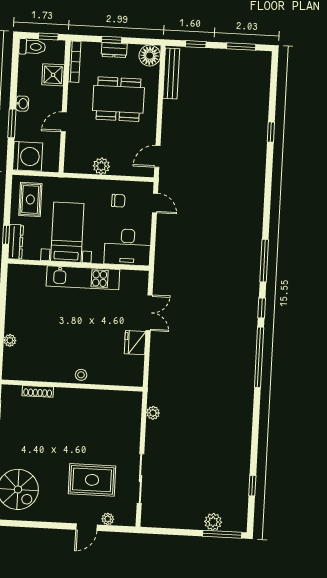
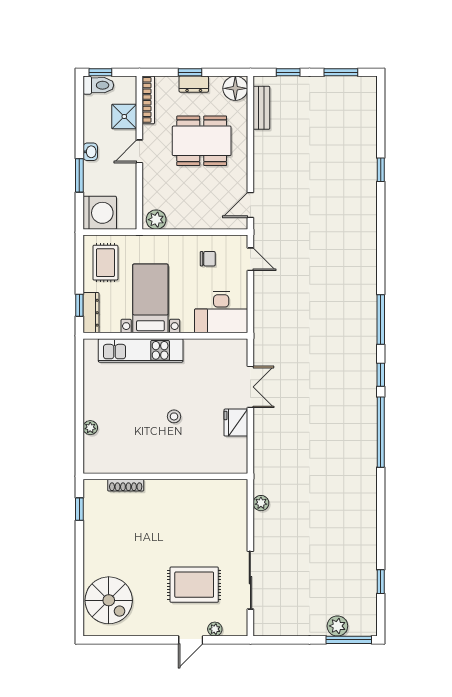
window: (48, 36) -> (100, 72), moved
bench: (171, 73) -> (261, 108), width x0.73
door: (64, 122) -> (139, 151), moved
plant: (101, 166) -> (156, 220), moved
kitchen unit: (83, 278) -> (141, 350), moved
stool: (81, 375) -> (174, 416), moved

